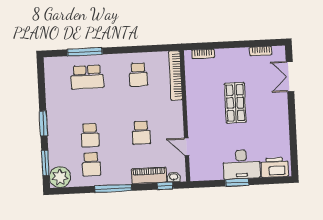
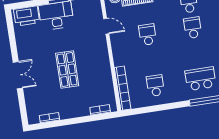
double door: (290, 76) -> (18, 75), moved

